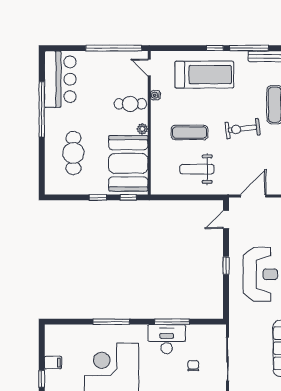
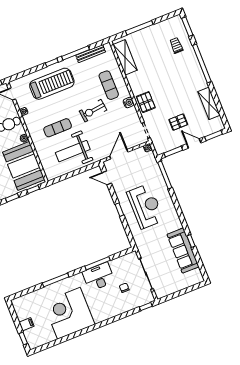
weight bench: (197, 169) -> (73, 151), width x1.36, depth x1.33
door: (226, 220) -> (107, 178), hinge flipped

